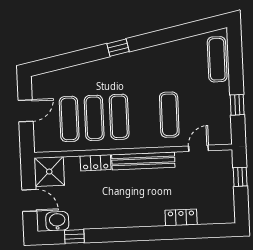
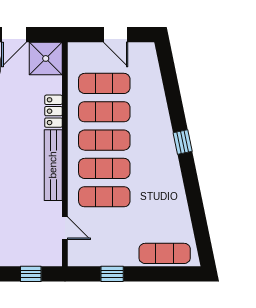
exercise mat: (144, 116) -> (104, 168), added

